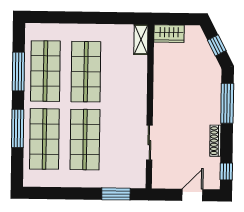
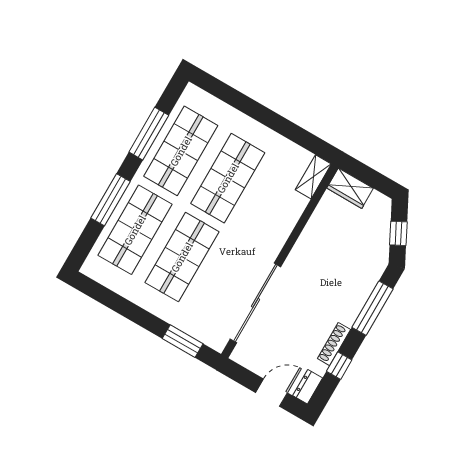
sliding door: (149, 143) -> (255, 303), width x1.86
window: (226, 172) -> (339, 366), moved
dresser: (214, 178) -> (308, 387), added

